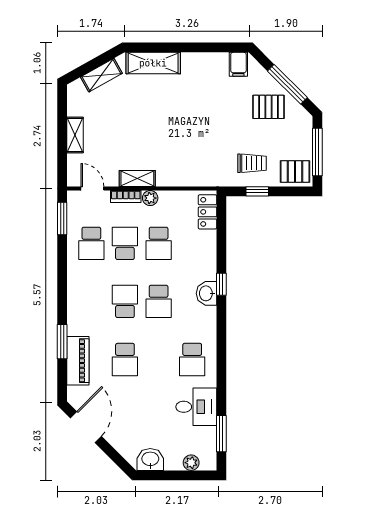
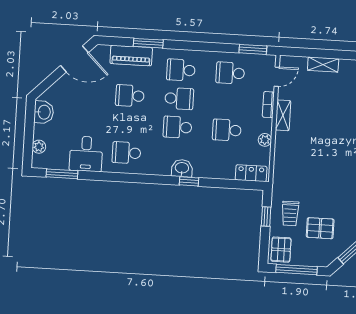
pallet: (269, 107) -> (320, 228), moved, turned 90
plant: (150, 198) -> (265, 140), moved
school desk: (125, 243) -> (181, 70), moved, turned 180

